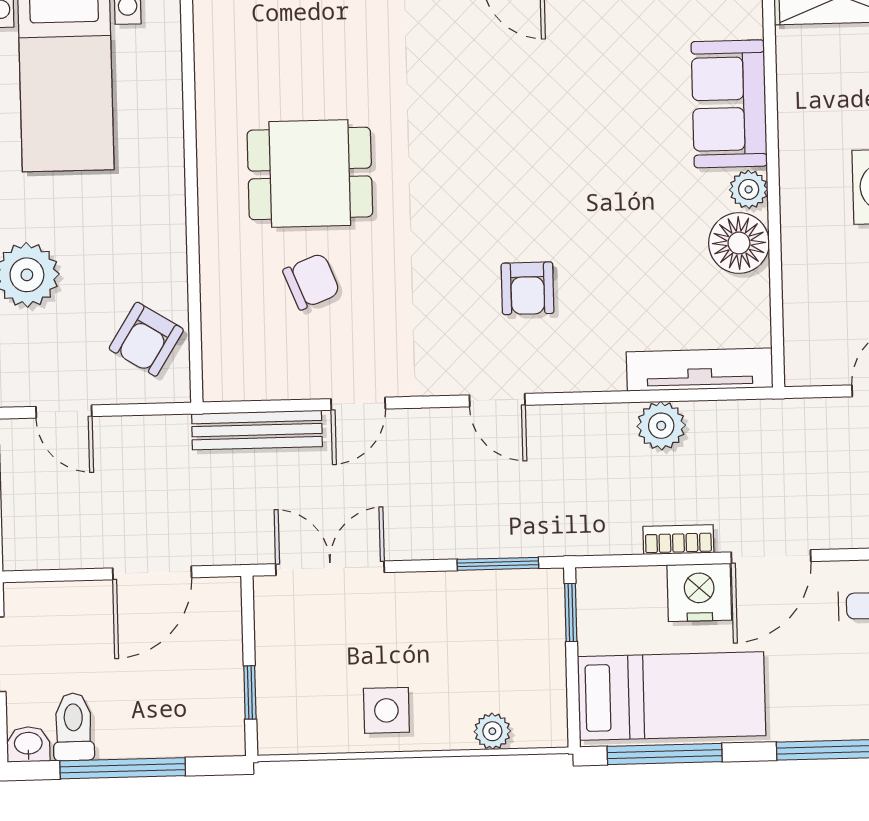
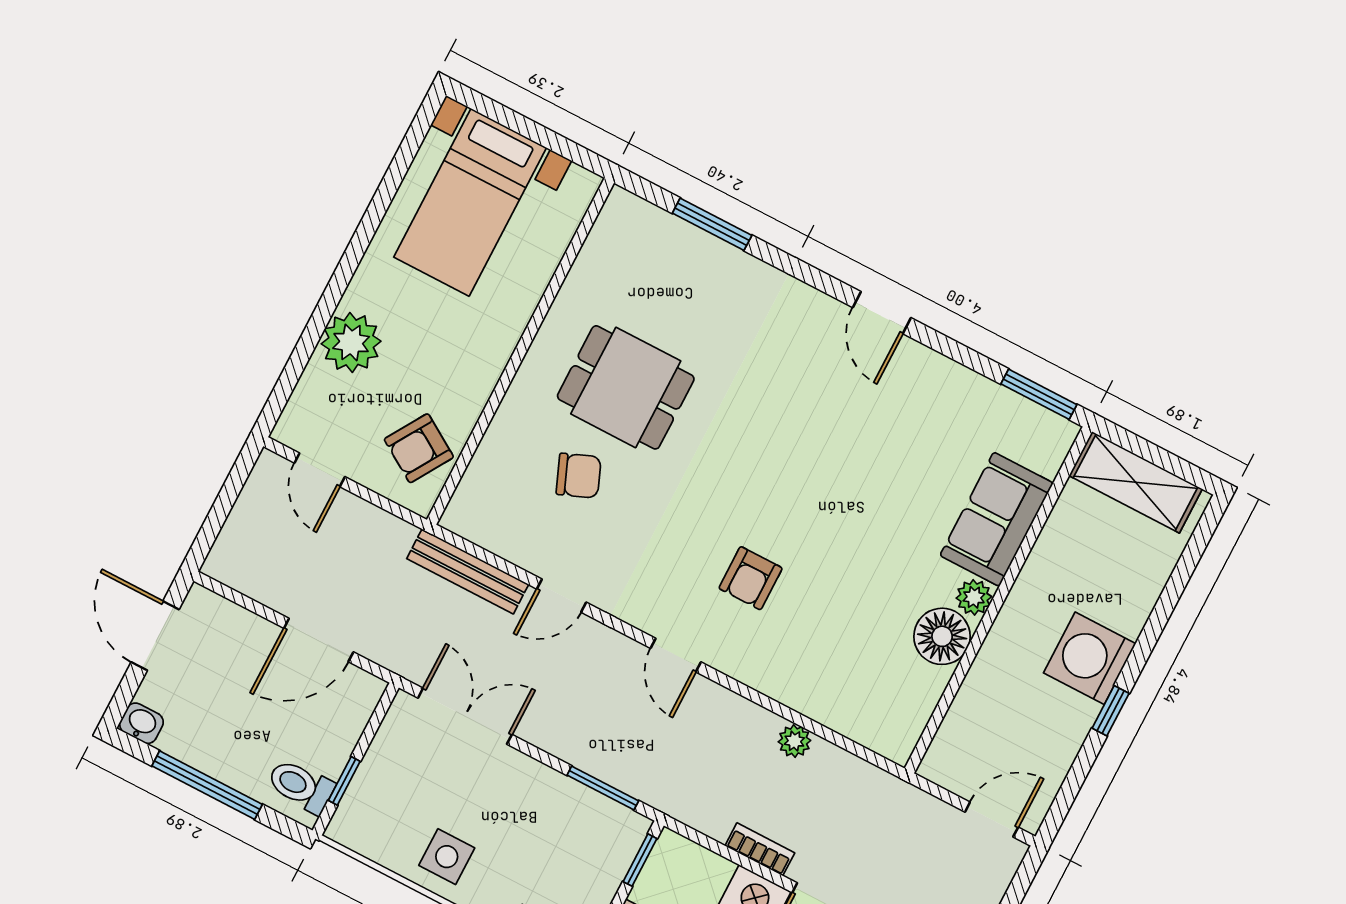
tv unit: (700, 370) -> (853, 721), removed
plant: (661, 426) -> (794, 741), width x0.73, depth x0.73
toilet: (73, 727) -> (301, 786), moved, turned -90

